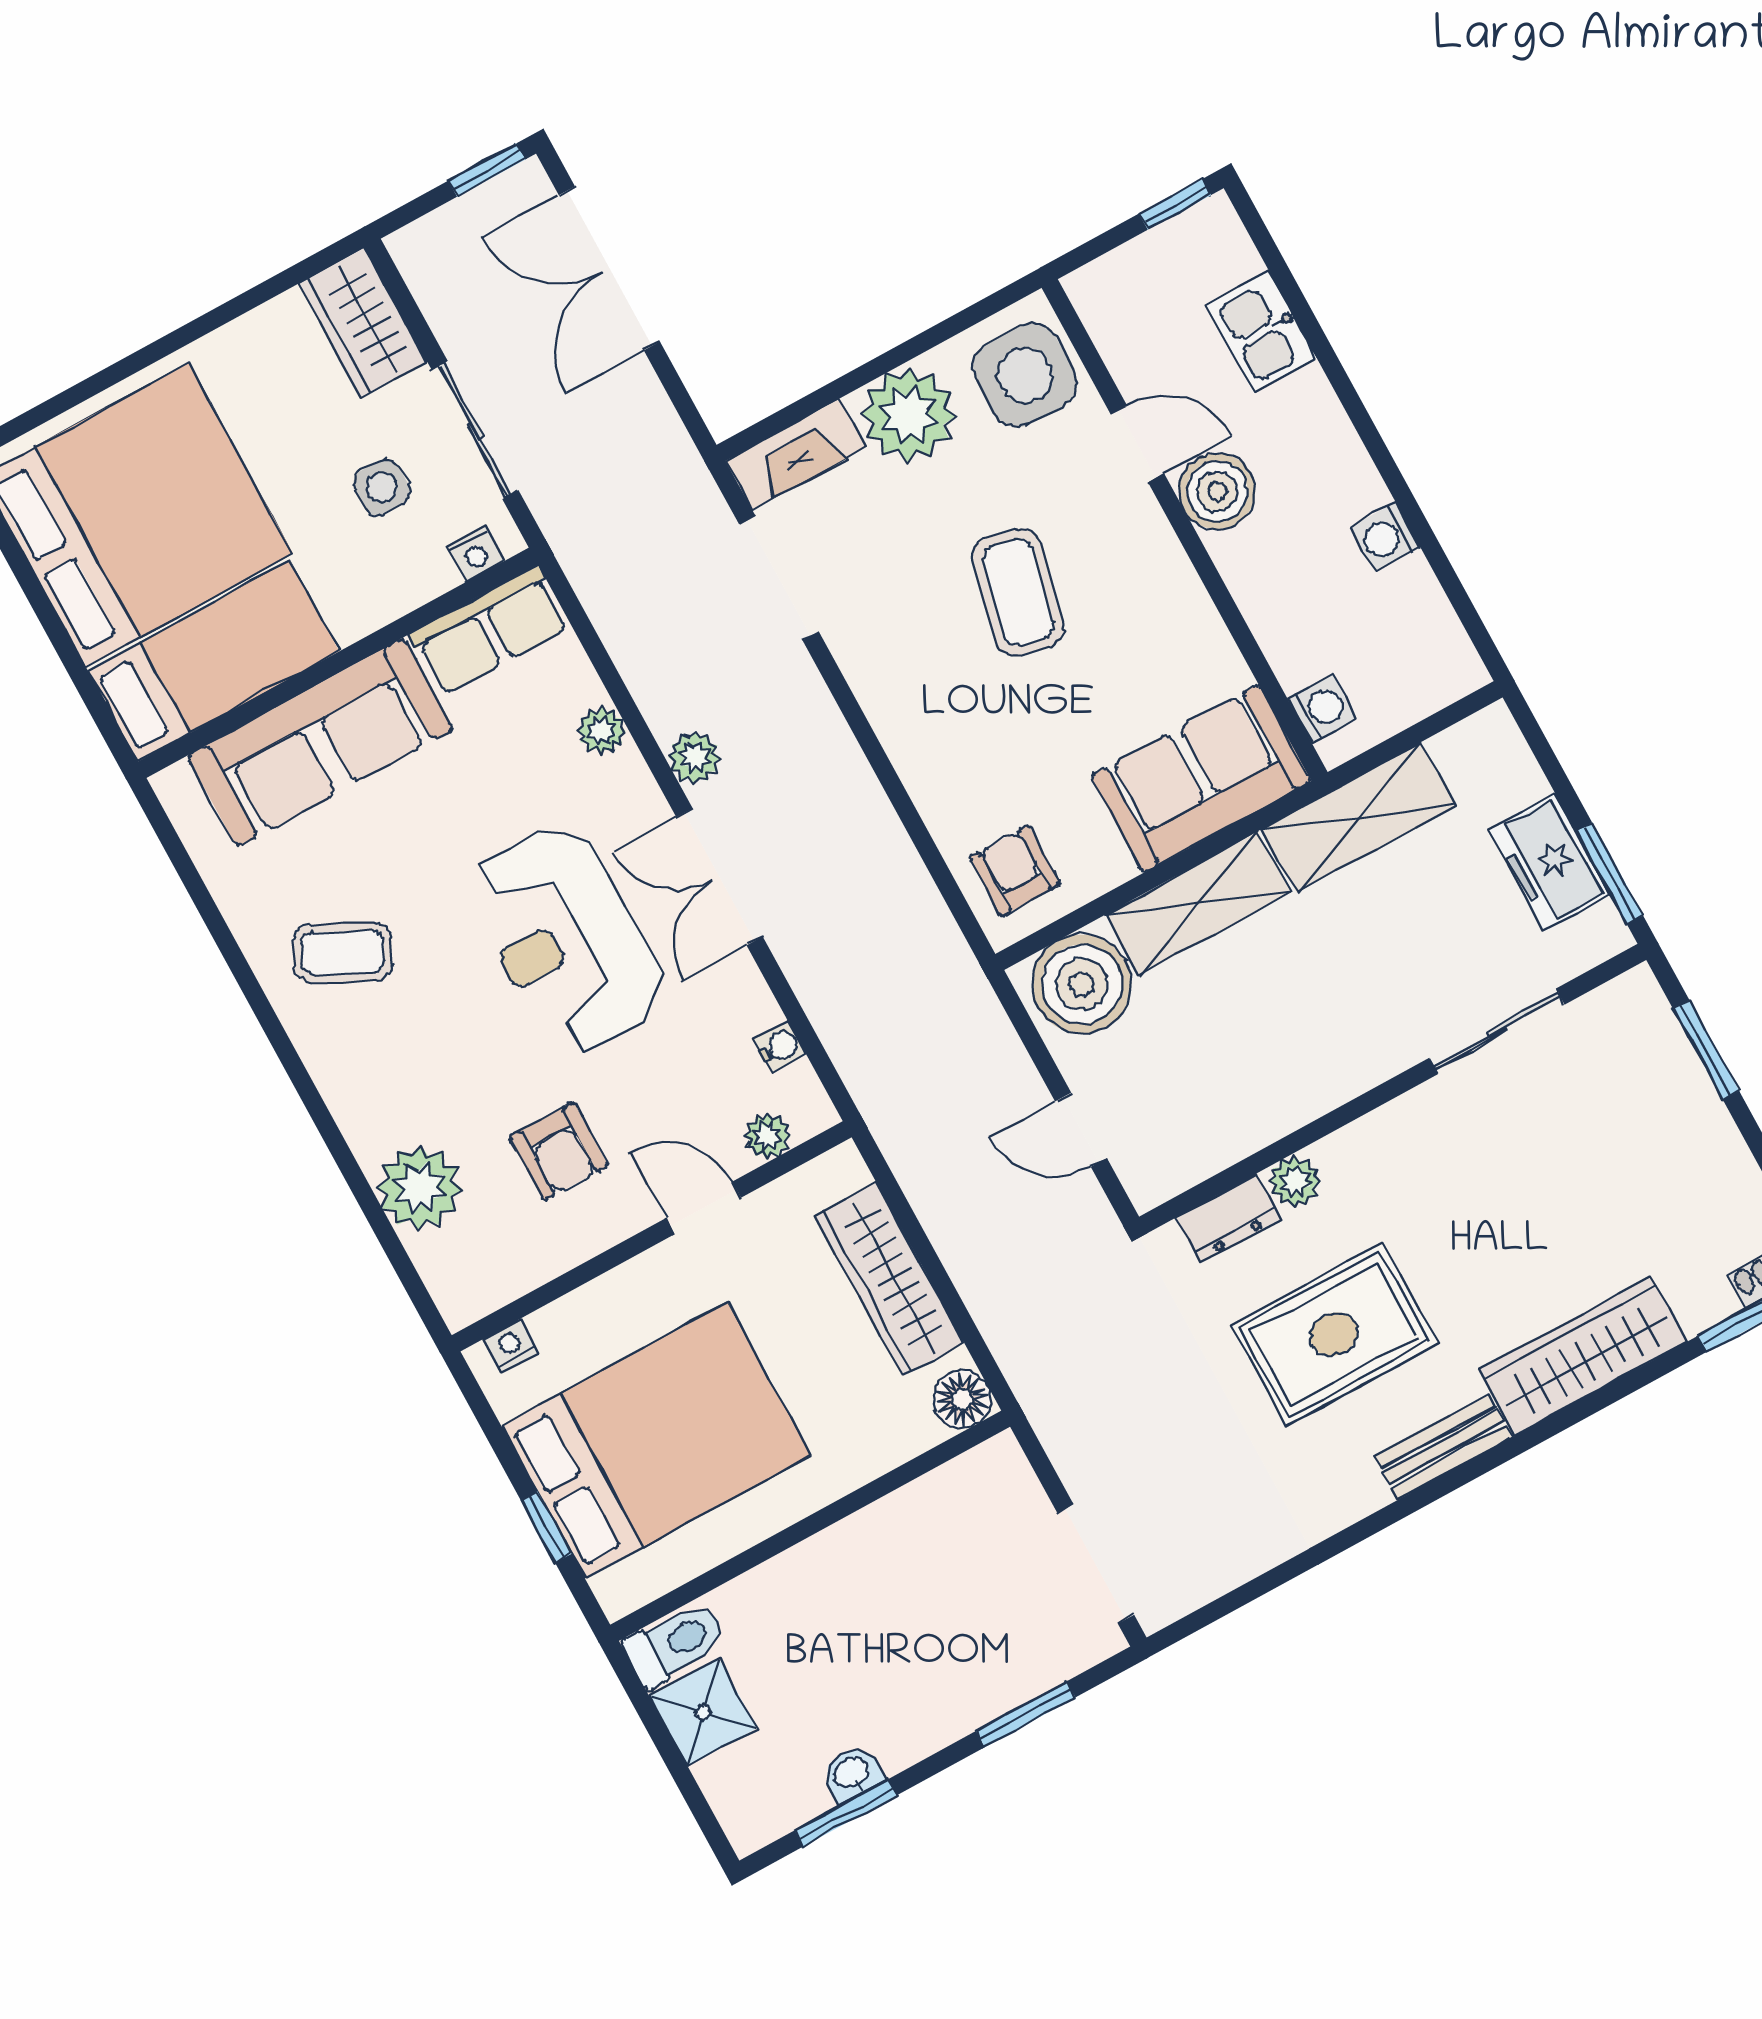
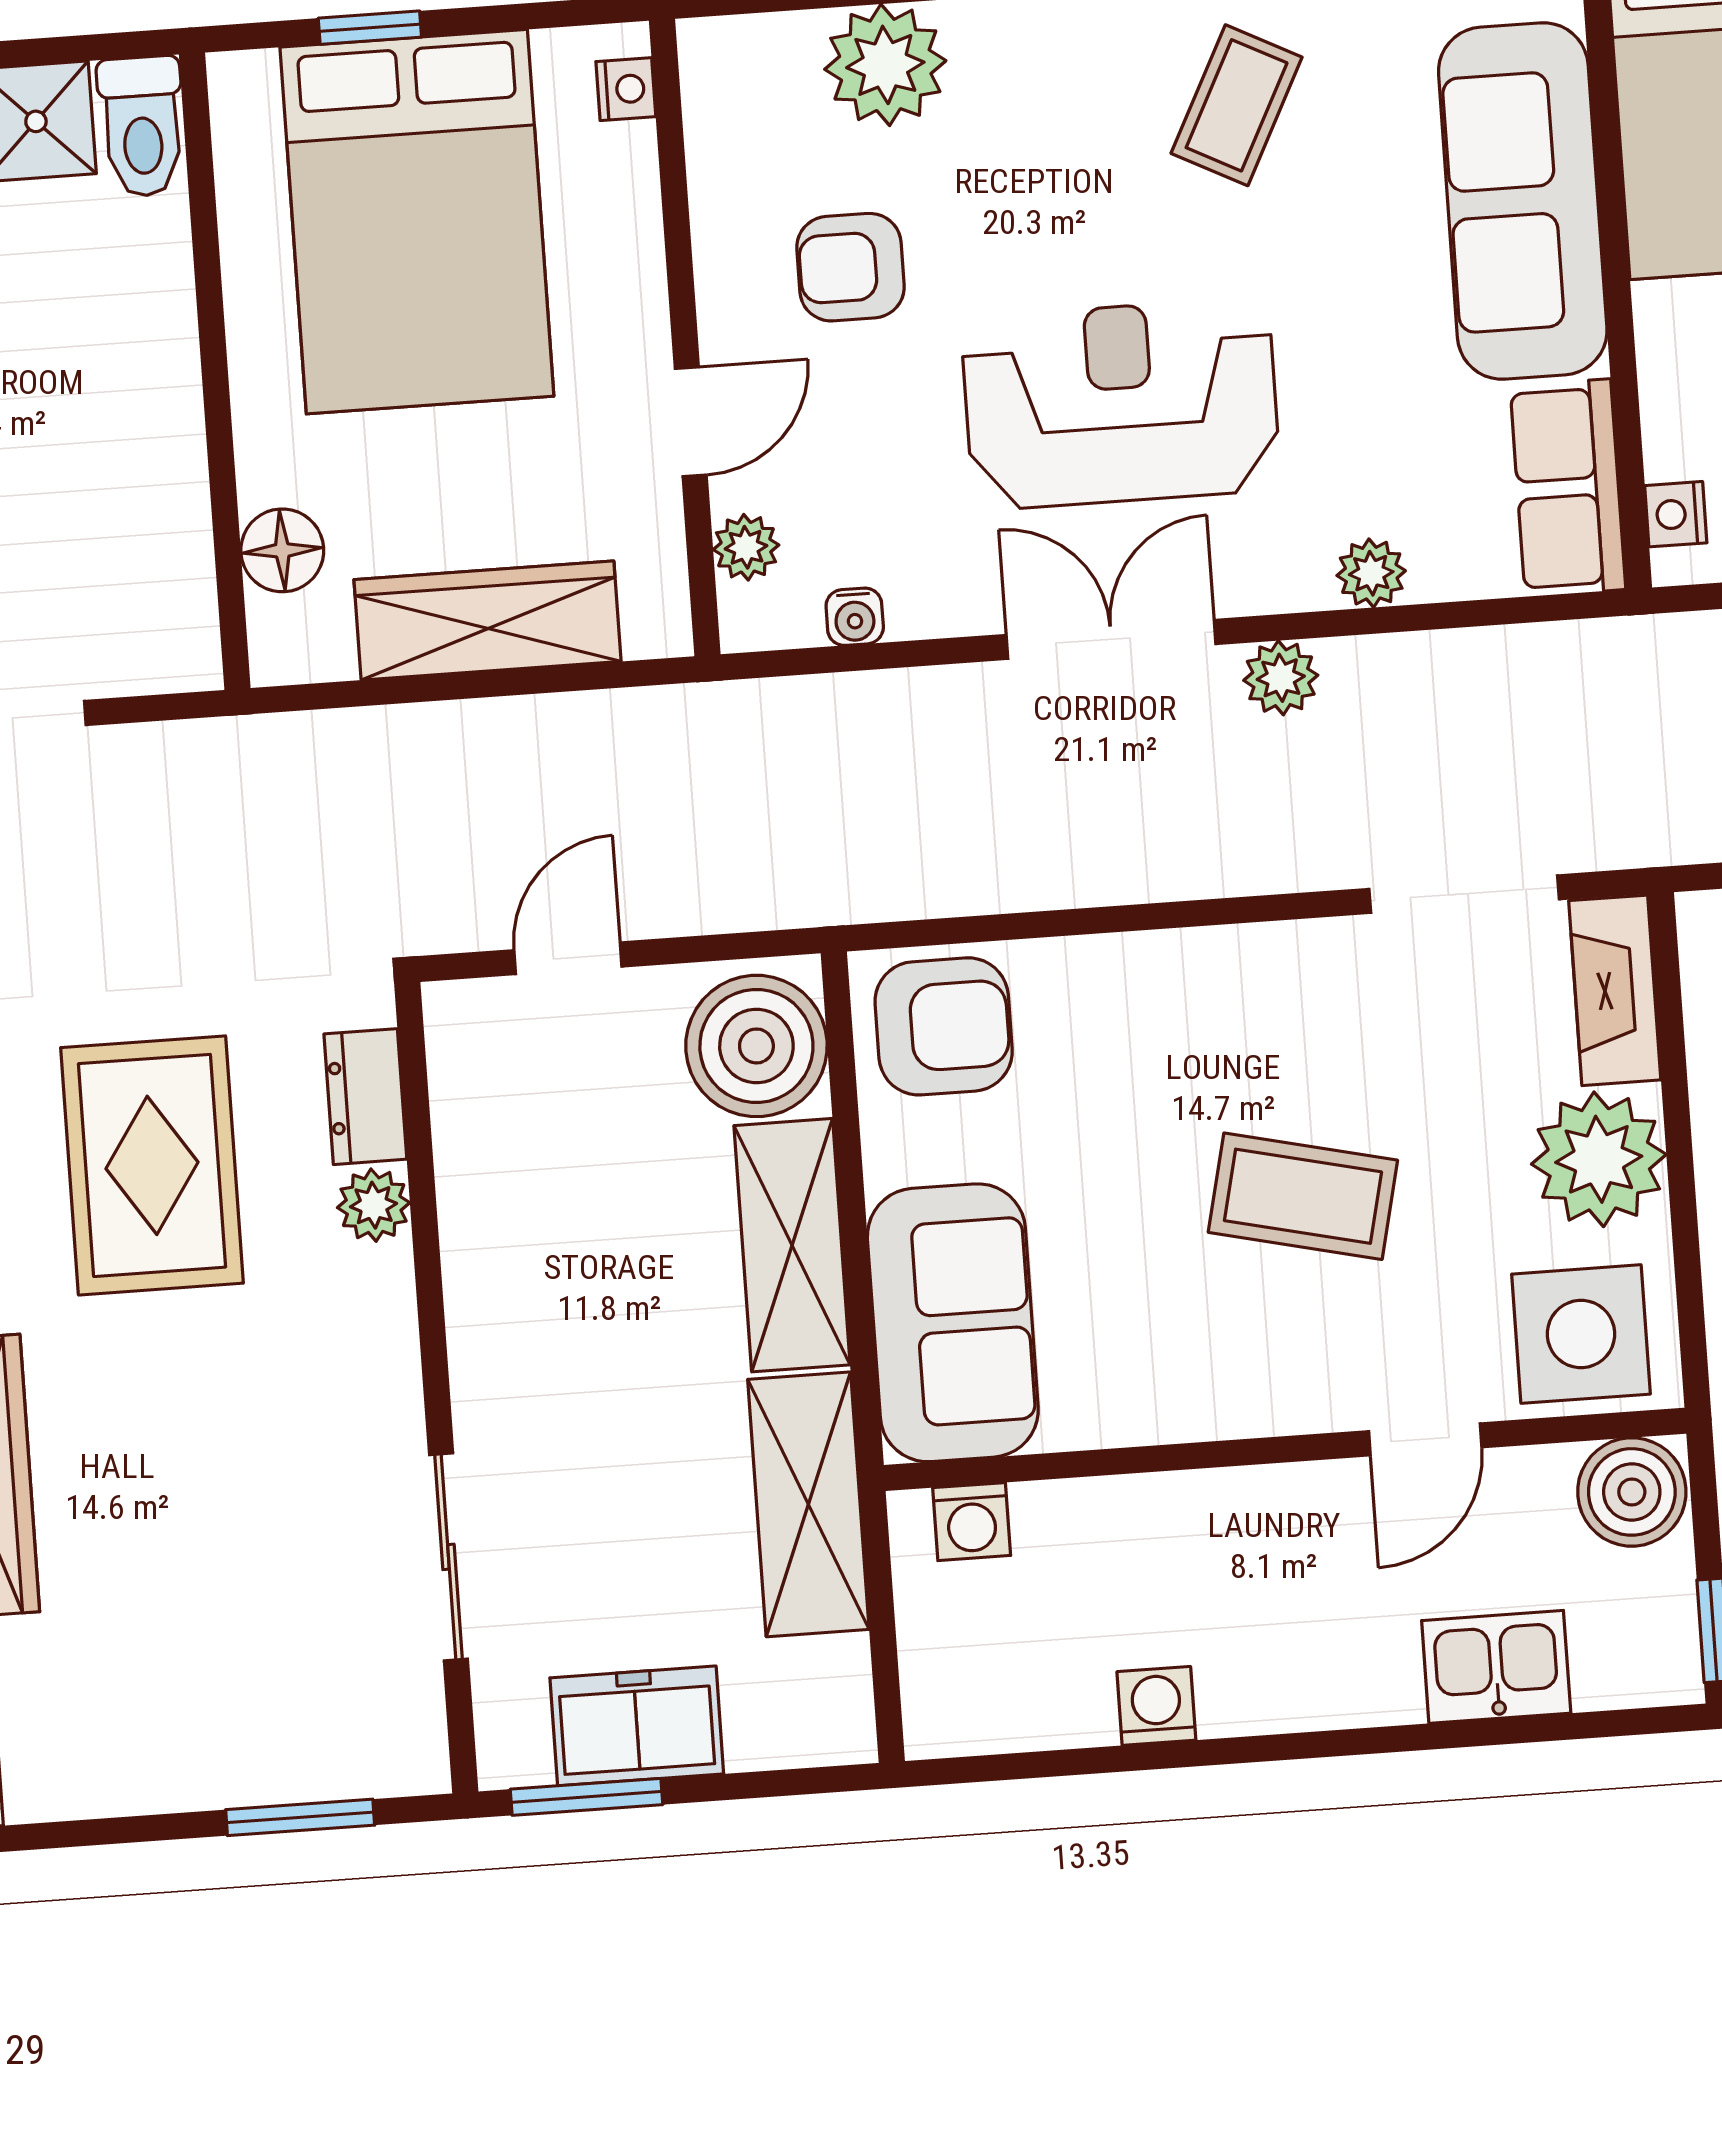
boiler: (1217, 491) -> (1632, 1492), moved
armchair: (1015, 871) -> (944, 1026), width x1.38, depth x1.38
floor lamp: (962, 1399) -> (282, 550), moved

